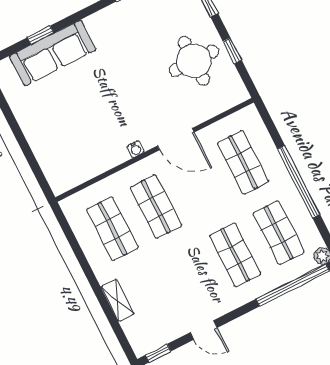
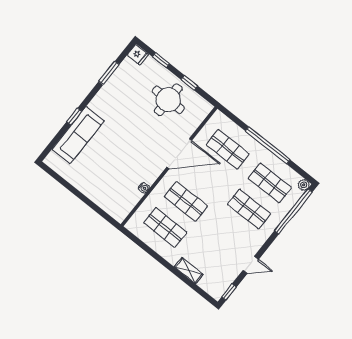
window: (41, 35) -> (74, 116), moved
door: (176, 139) -> (179, 154), width x1.36
water cooler: (136, 149) -> (144, 188), moved

